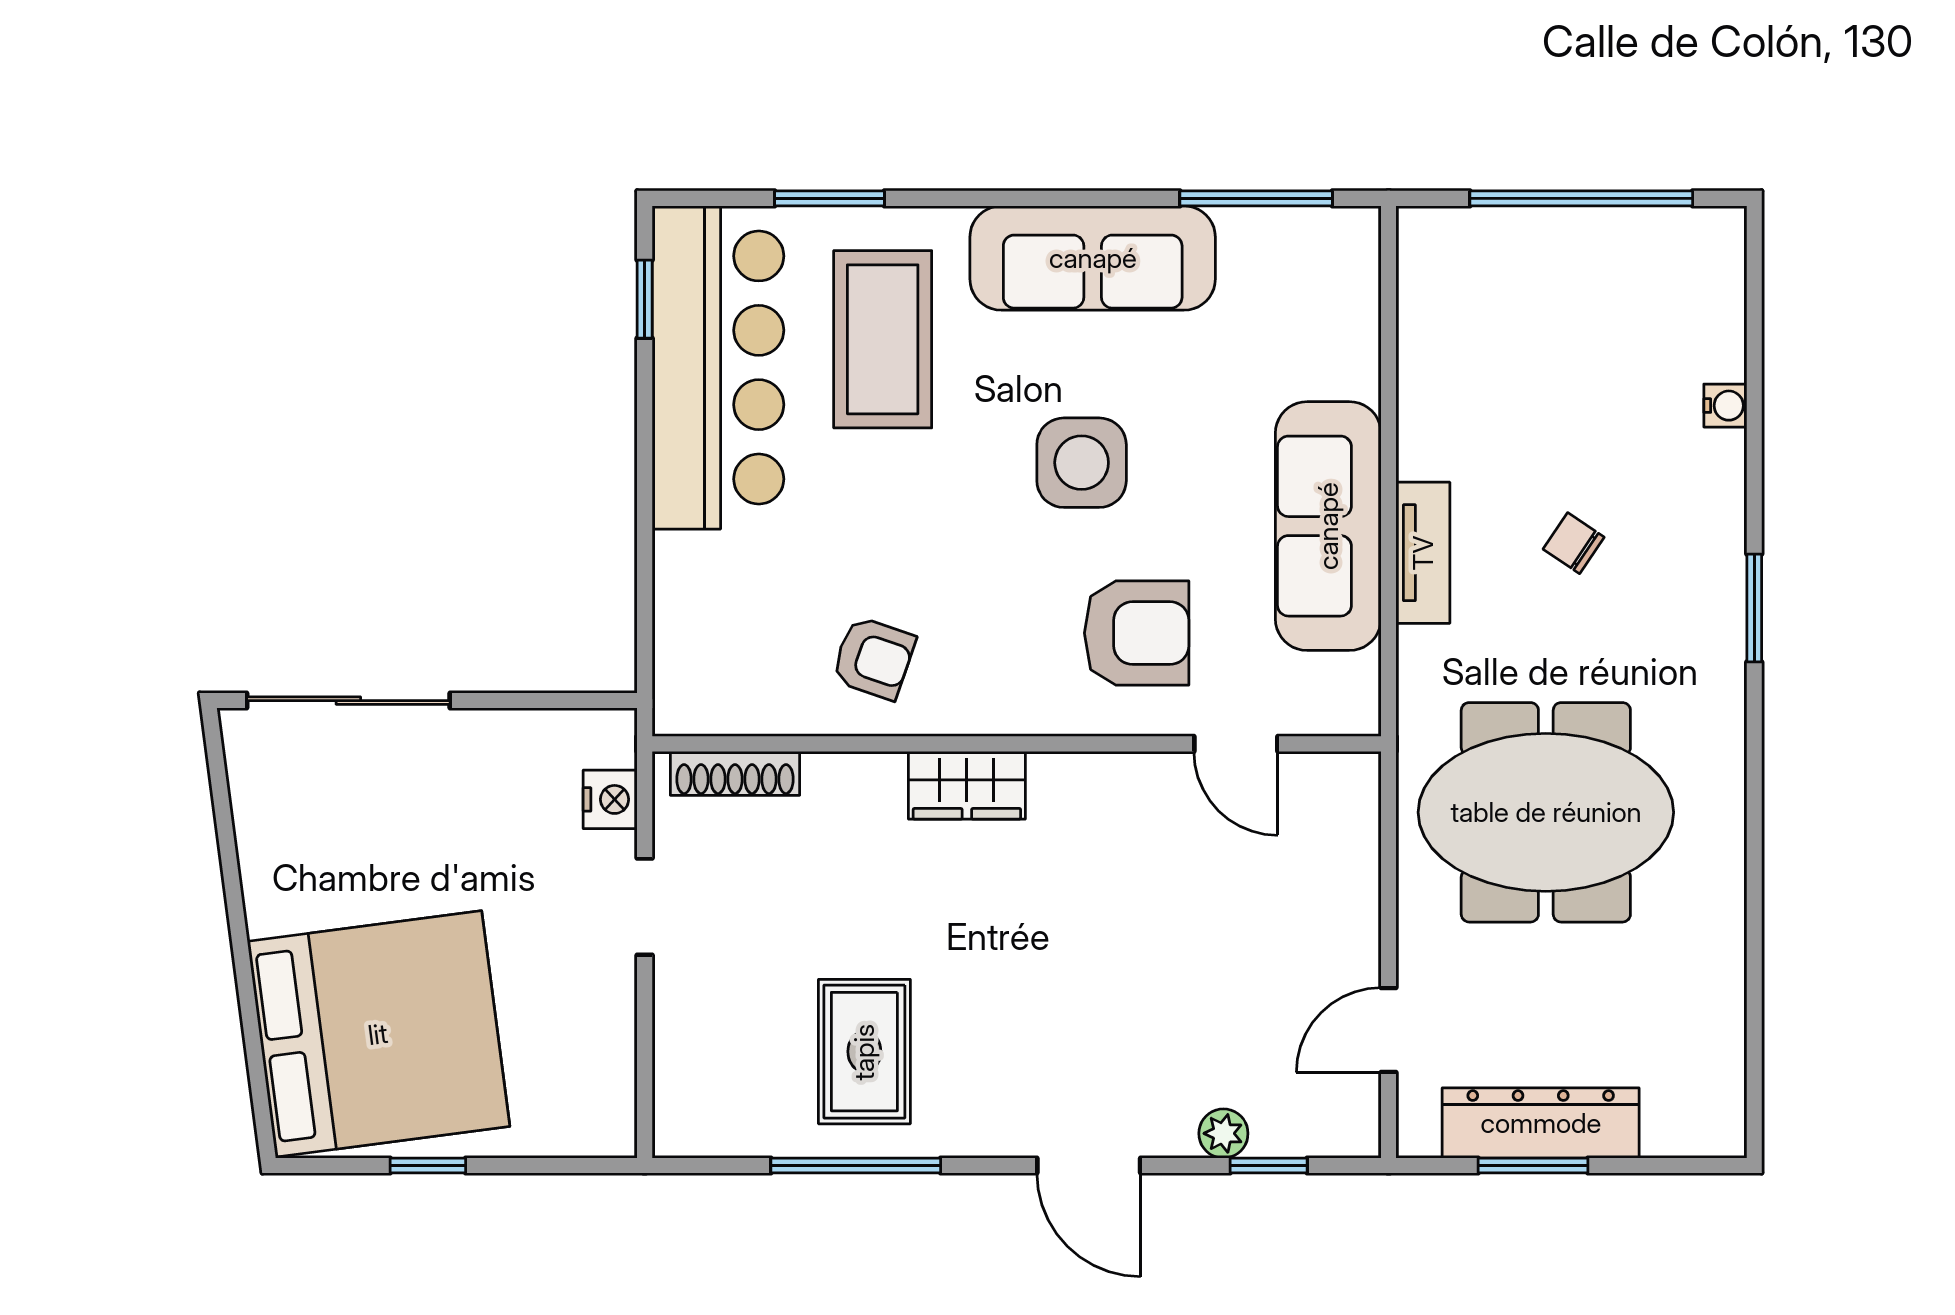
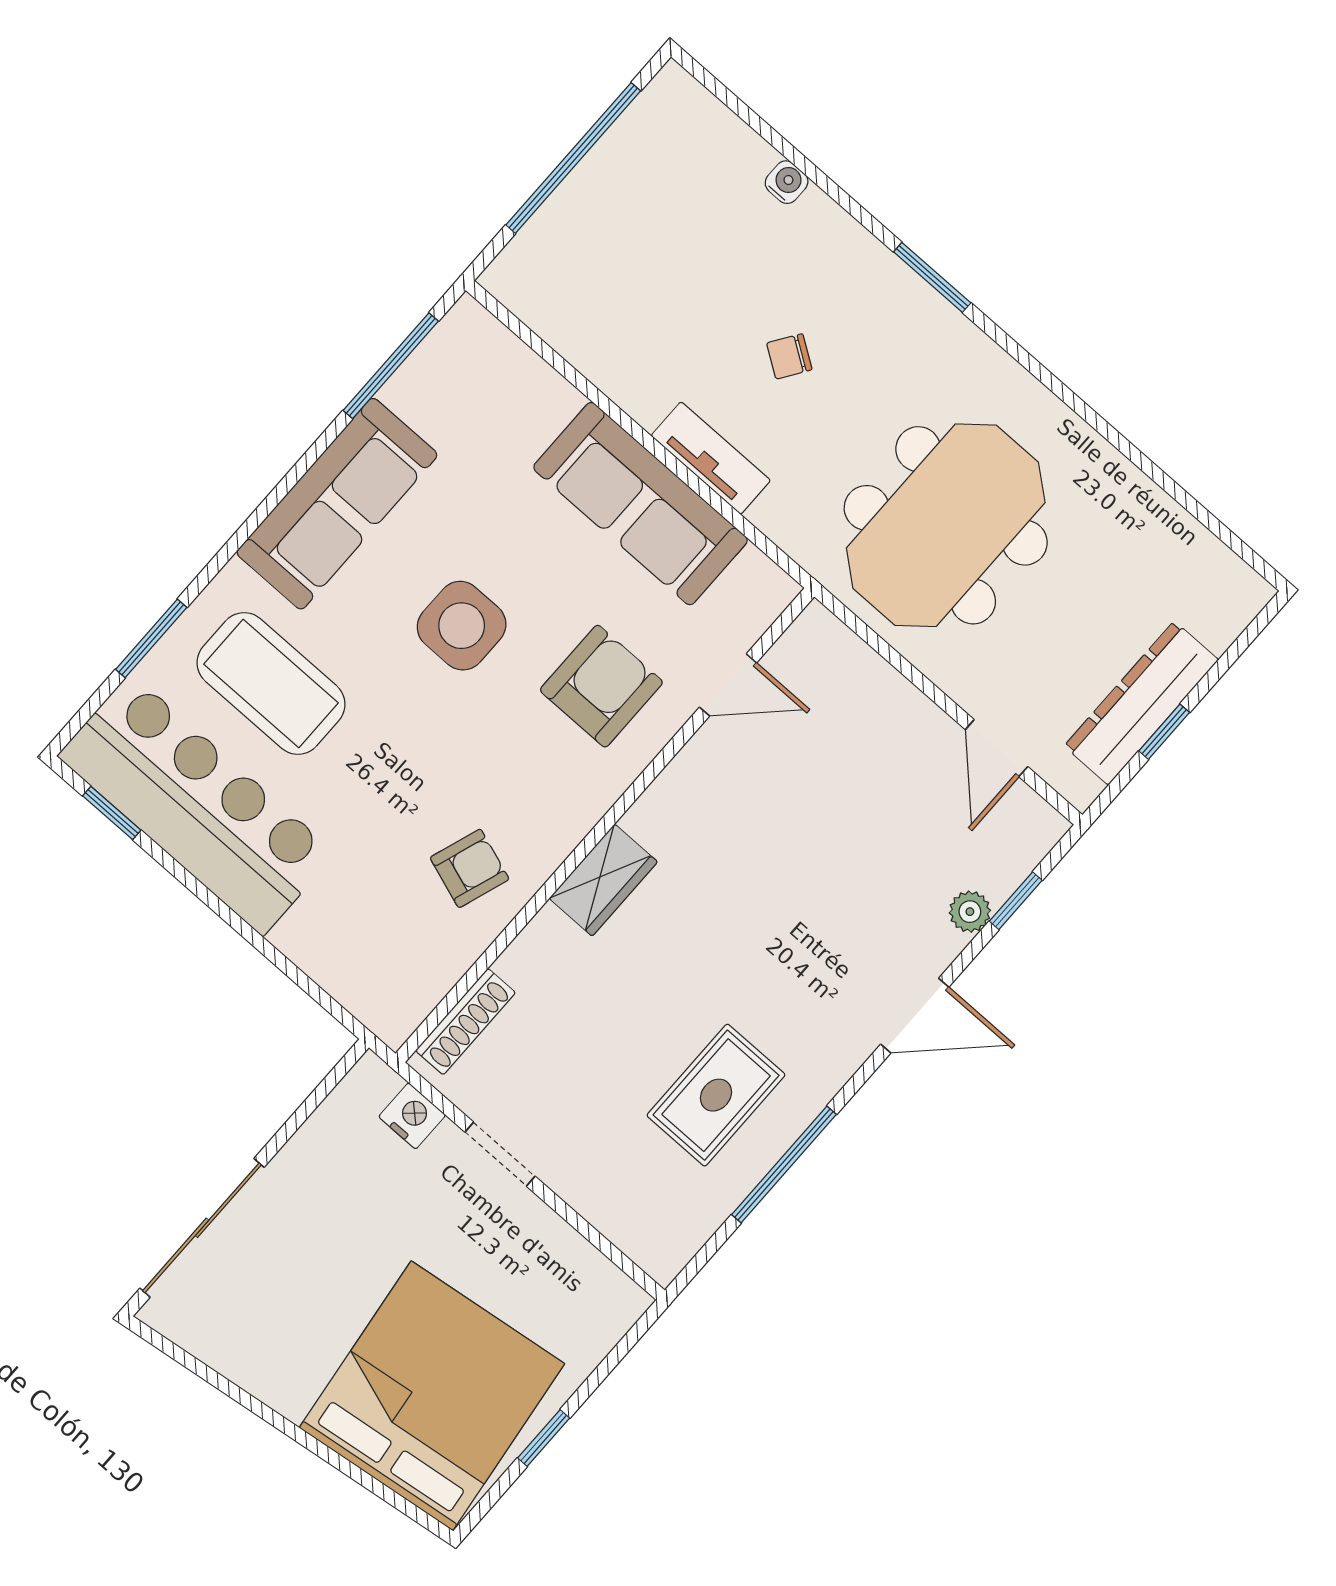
rug: (864, 1052) -> (716, 1095), turned 90
window: (1533, 1165) -> (1164, 732), width x0.67

